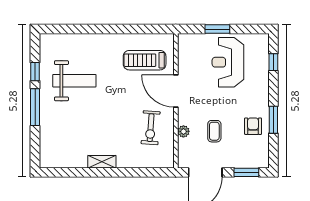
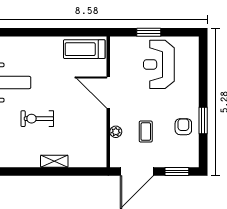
treadmill: (145, 60) -> (84, 49), moved
window: (273, 62) -> (203, 64), removed
exercise bike: (151, 128) -> (37, 119), moved, turned 86
shelving: (102, 162) -> (54, 161), moved

